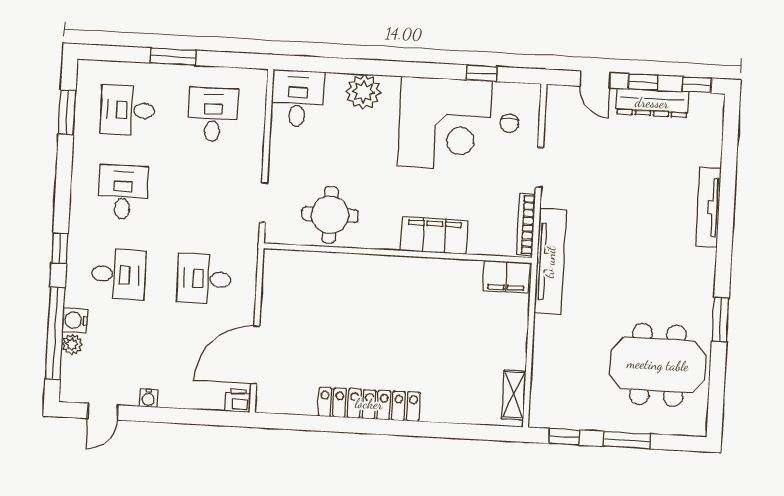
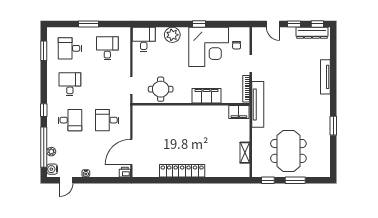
window: (482, 73) -> (199, 24), moved
dresser: (652, 103) -> (312, 33), moved
water cooler: (75, 320) -> (52, 169), moved
meeting table: (658, 365) -> (288, 151), moved, turned 90
shelving: (514, 395) -> (245, 153), moved

